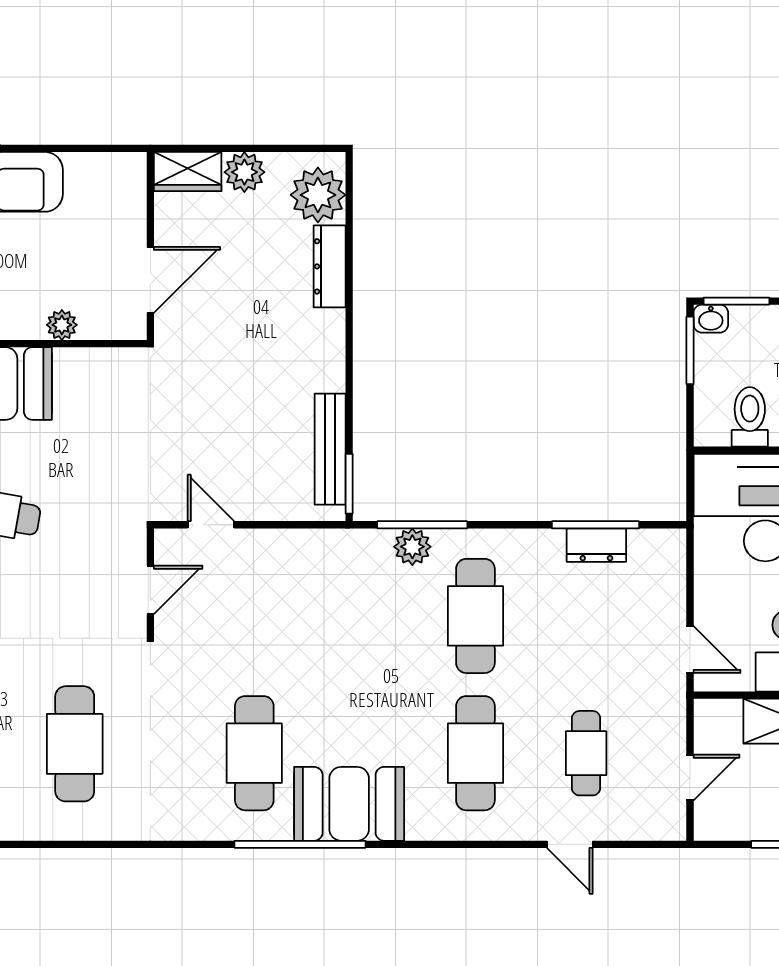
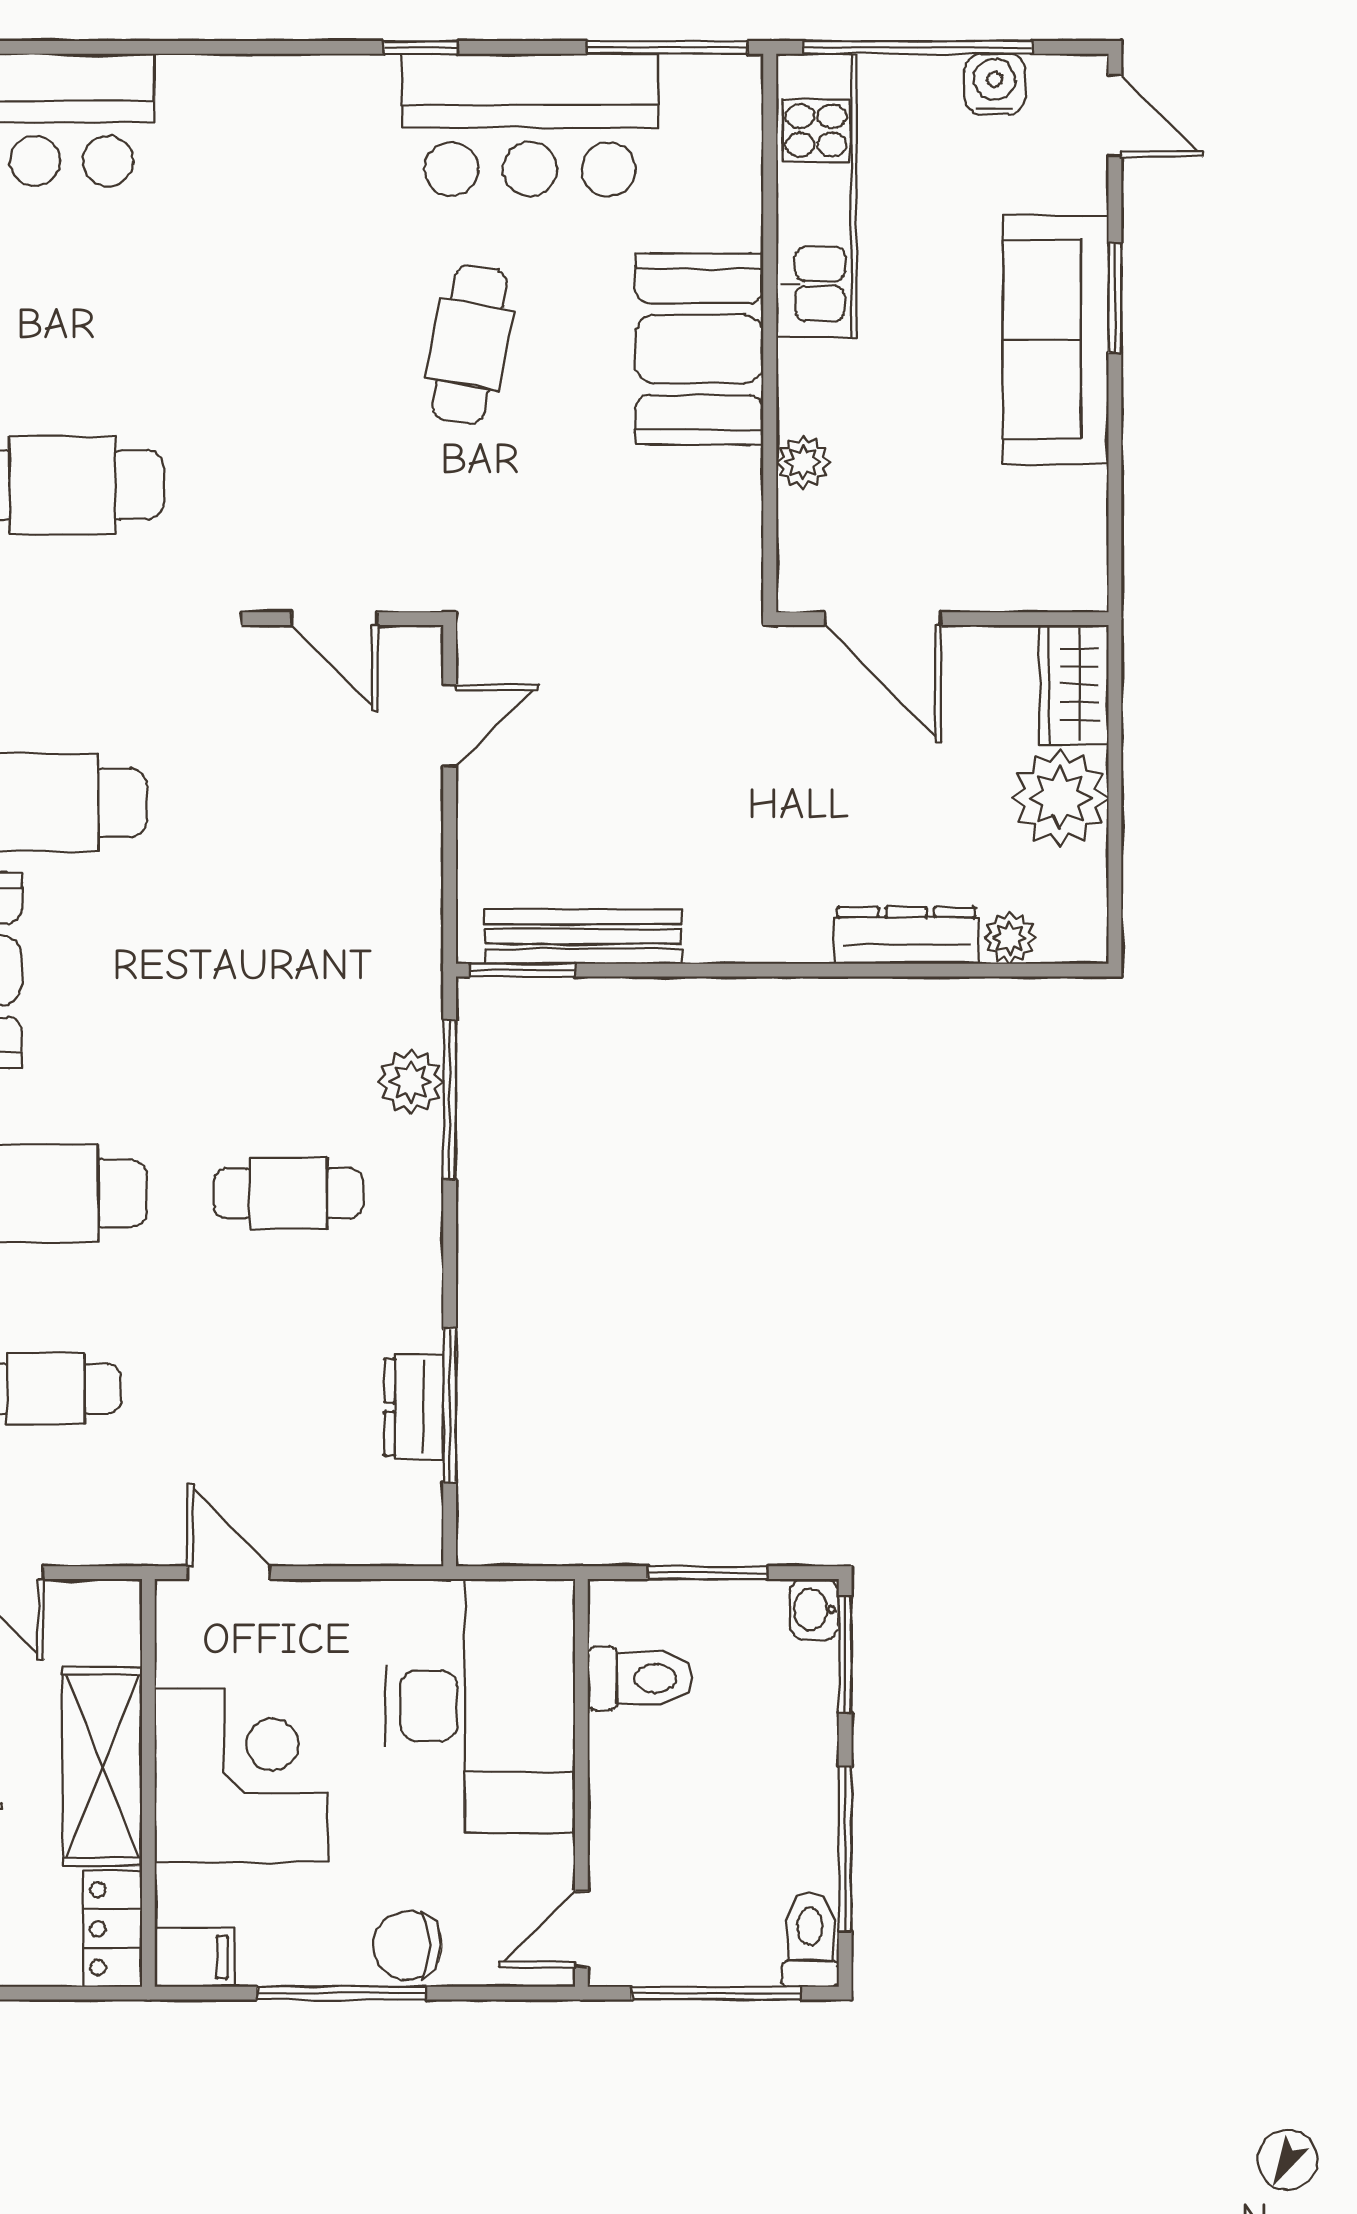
plant: (244, 172) -> (1060, 798), width x1.36, depth x1.36
plant: (318, 195) -> (1010, 938), width x0.53, depth x0.53
window: (690, 350) -> (708, 1573), moved
cafe table: (475, 616) -> (289, 1193), width x0.73, depth x0.74
door: (690, 650) -> (229, 1573), swing flipped

